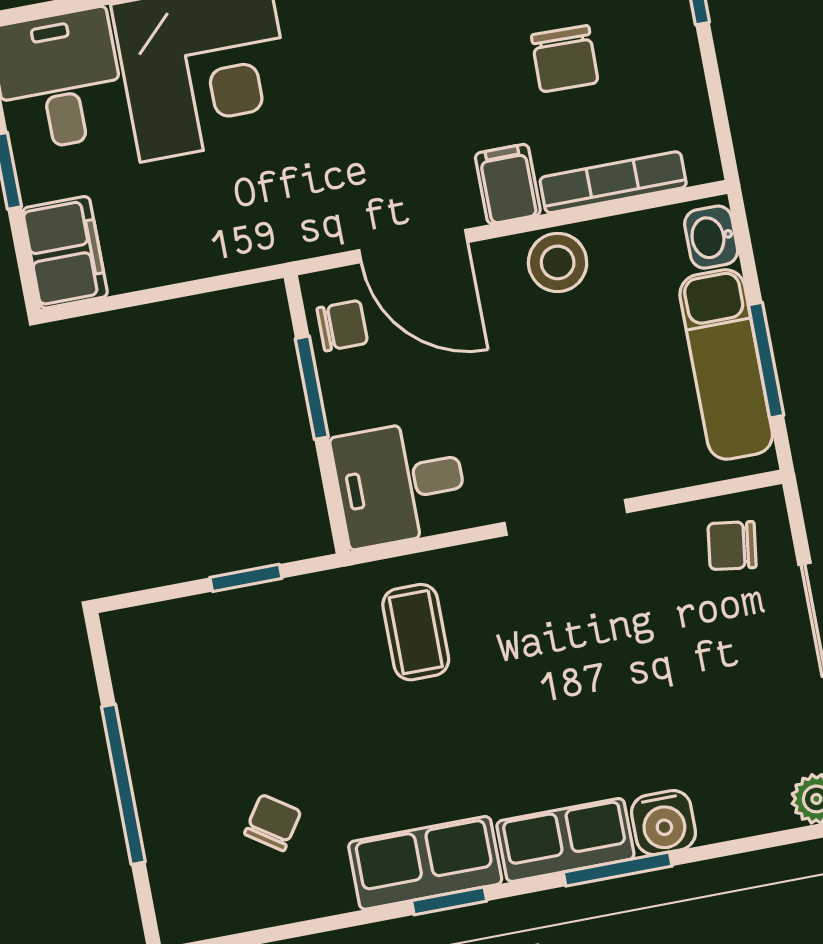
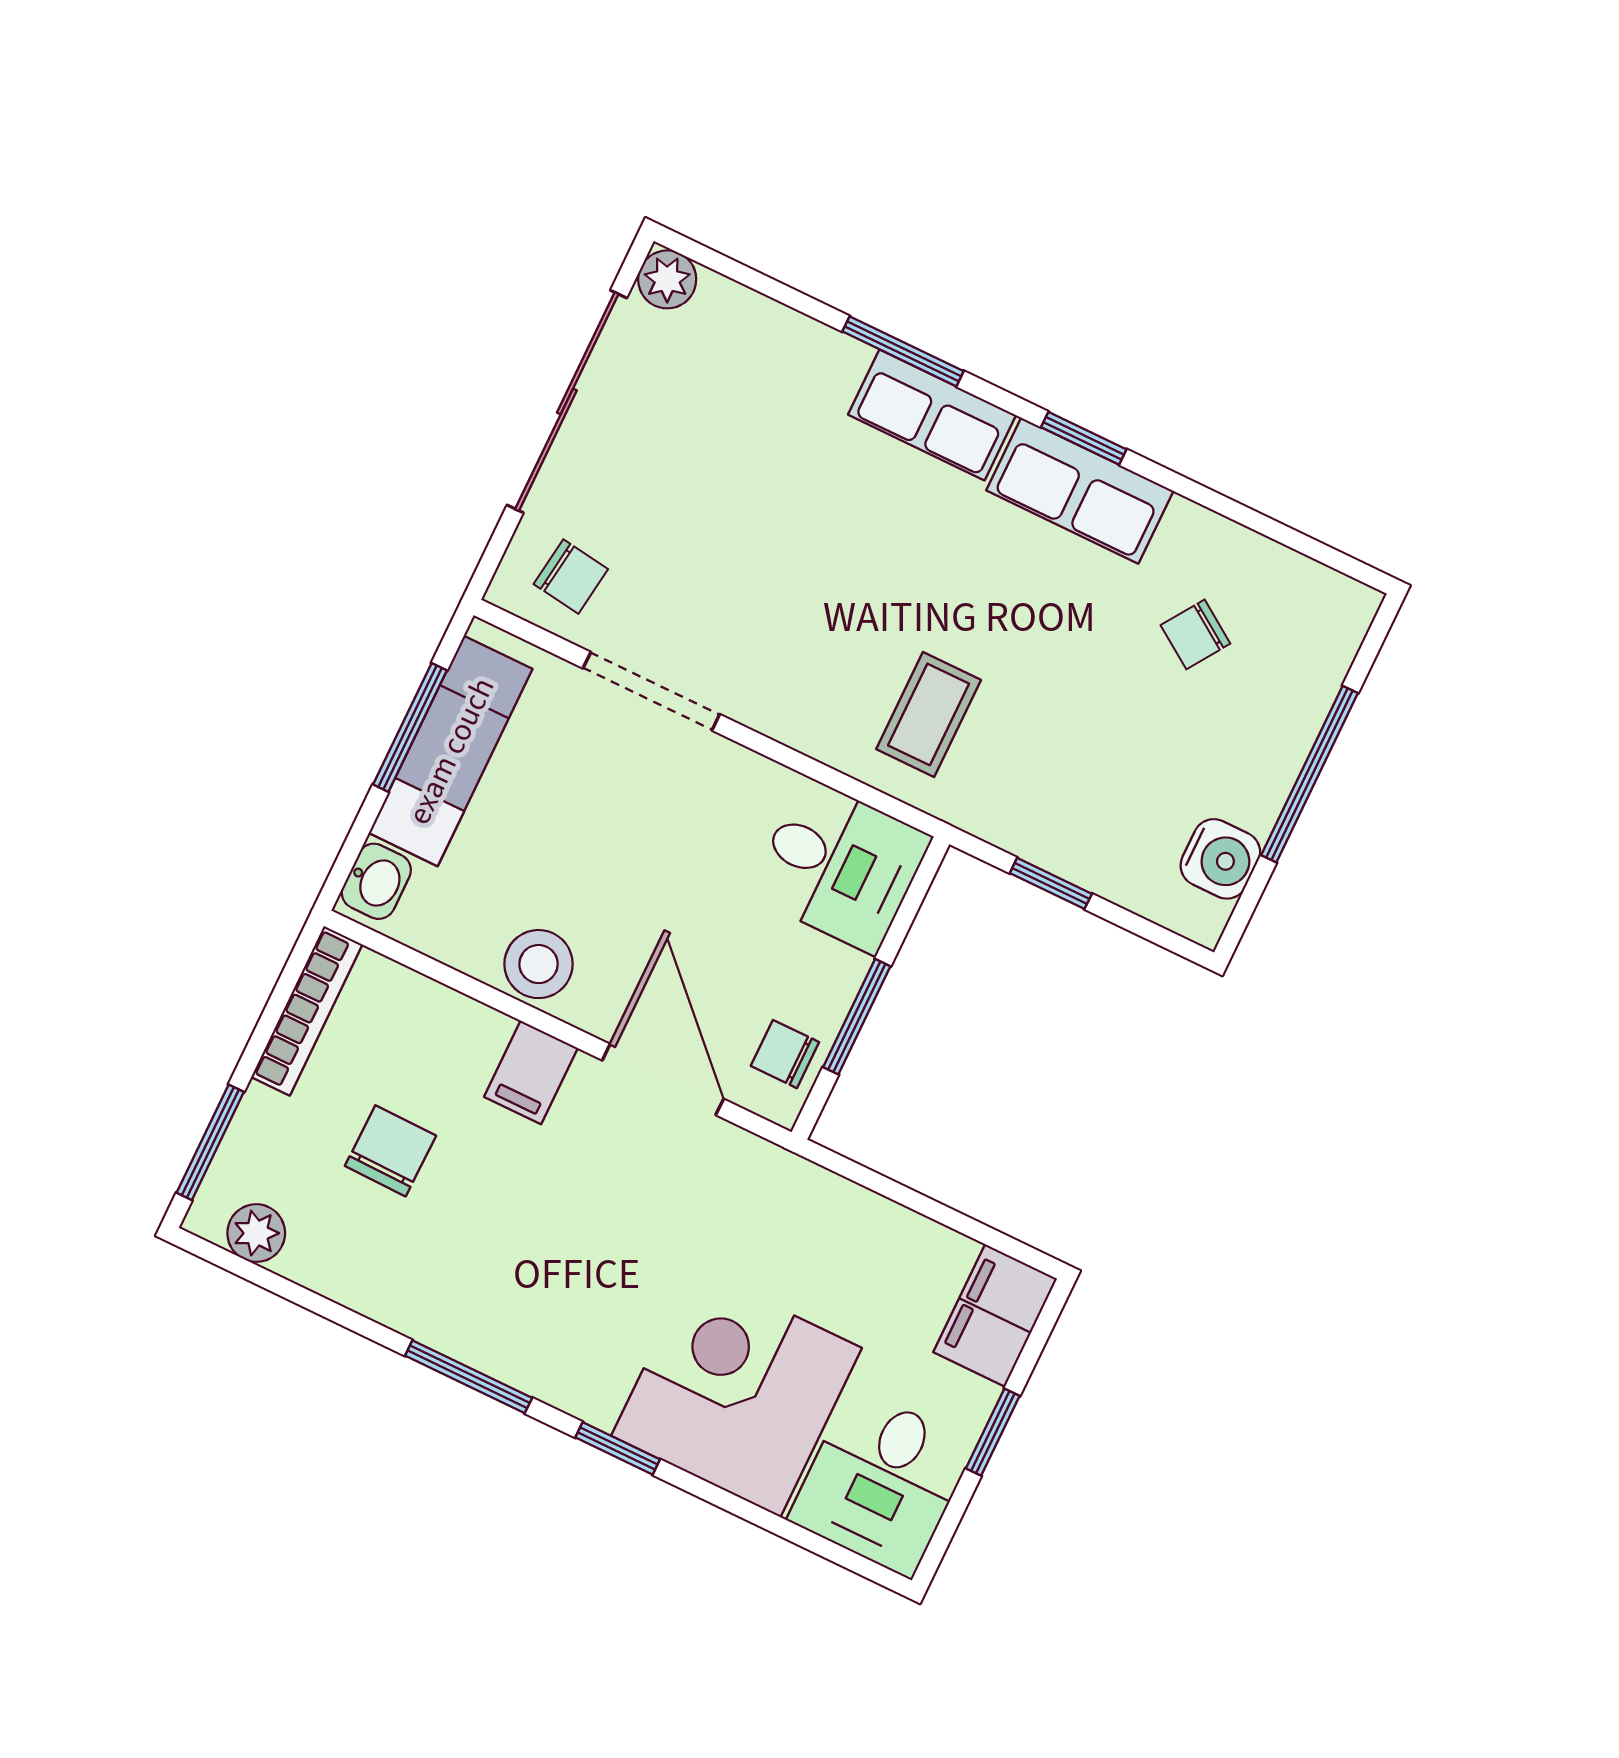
bookcase: (613, 182) -> (307, 1011), moved, turned -90
doorway: (566, 517) -> (651, 691), moved
water cooler: (664, 823) -> (1220, 859), moved, turned 90

